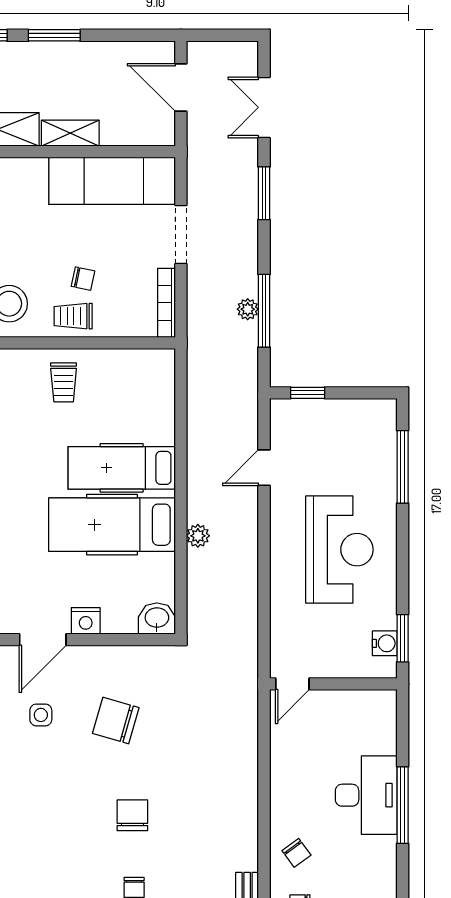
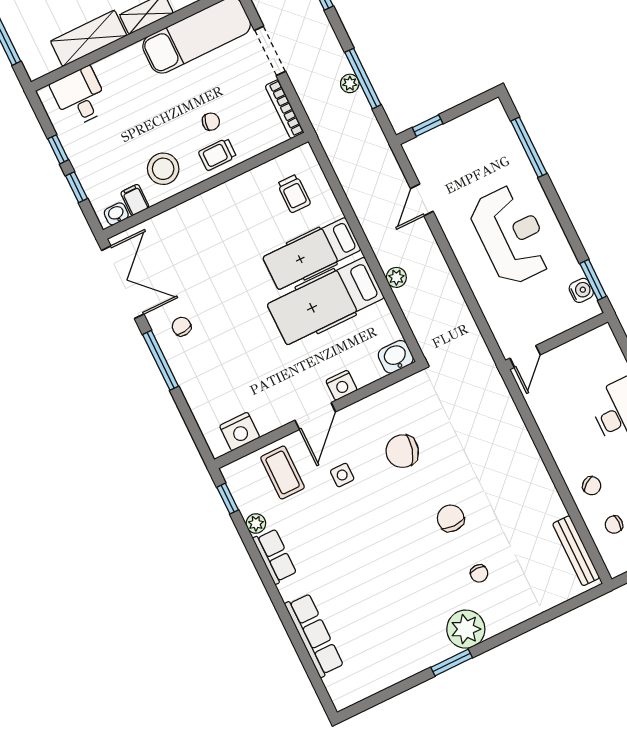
trolley: (64, 382) -> (294, 194), moved

